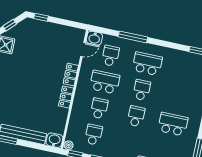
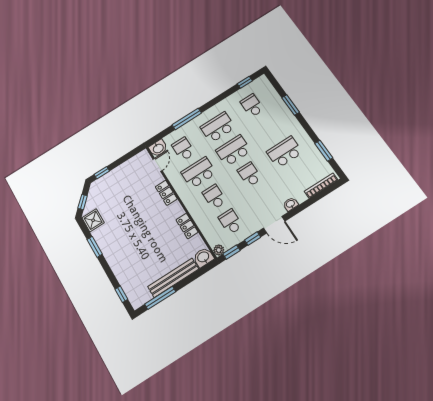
school desk: (184, 72) -> (252, 106), added
school desk: (142, 90) -> (233, 151), width x1.85
locker: (66, 97) -> (187, 226), moved

